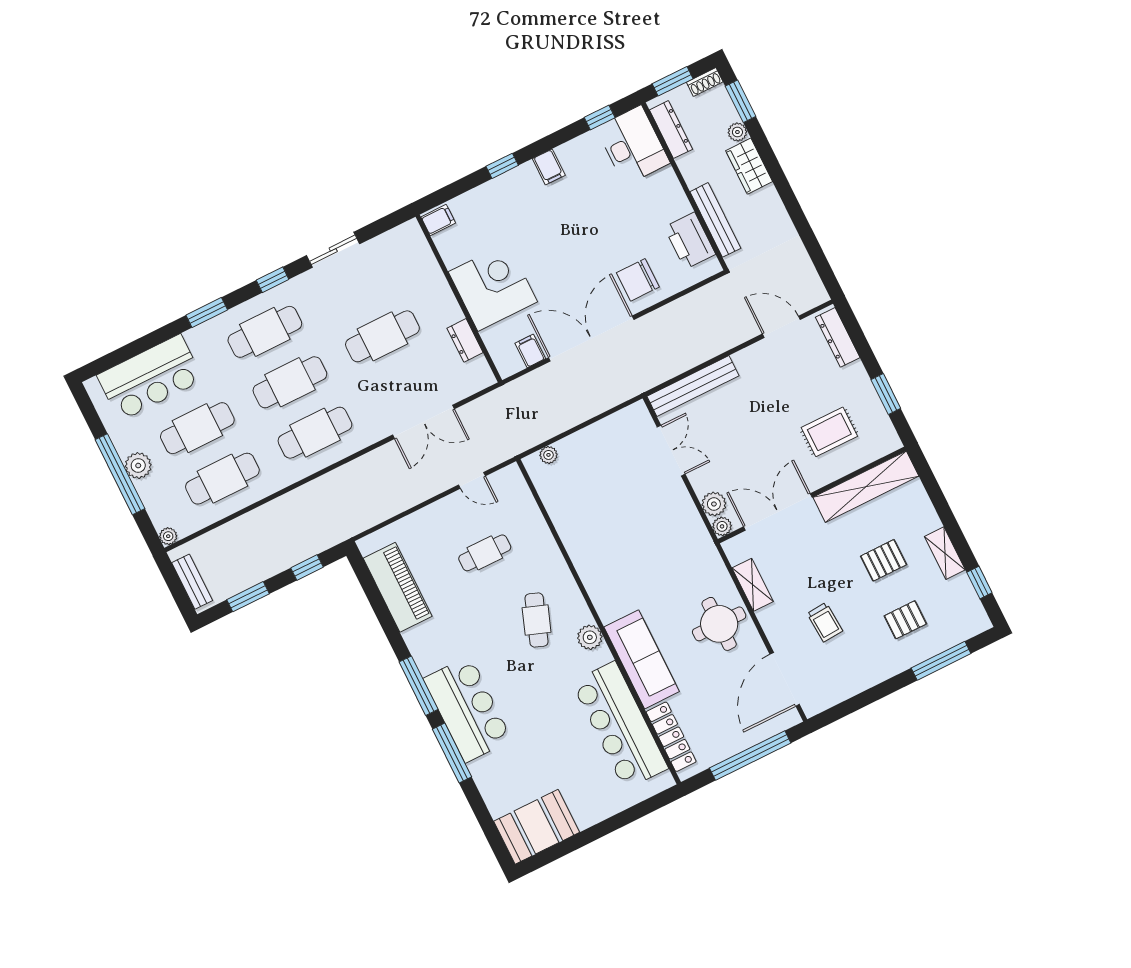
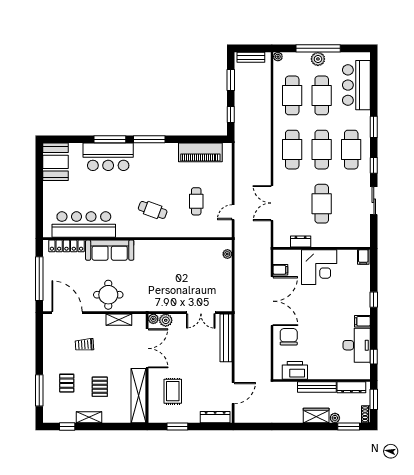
desk: (633, 145) -> (357, 345), moved, turned -90
bench: (715, 220) -> (317, 387), moved
plant: (590, 637) -> (132, 231), removed
bar counter: (468, 709) -> (108, 157), moved

